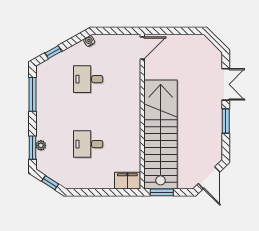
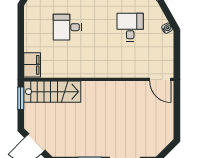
stairs: (161, 135) -> (52, 92), width x0.54, depth x0.66
desk: (88, 144) -> (67, 27), turned -90

